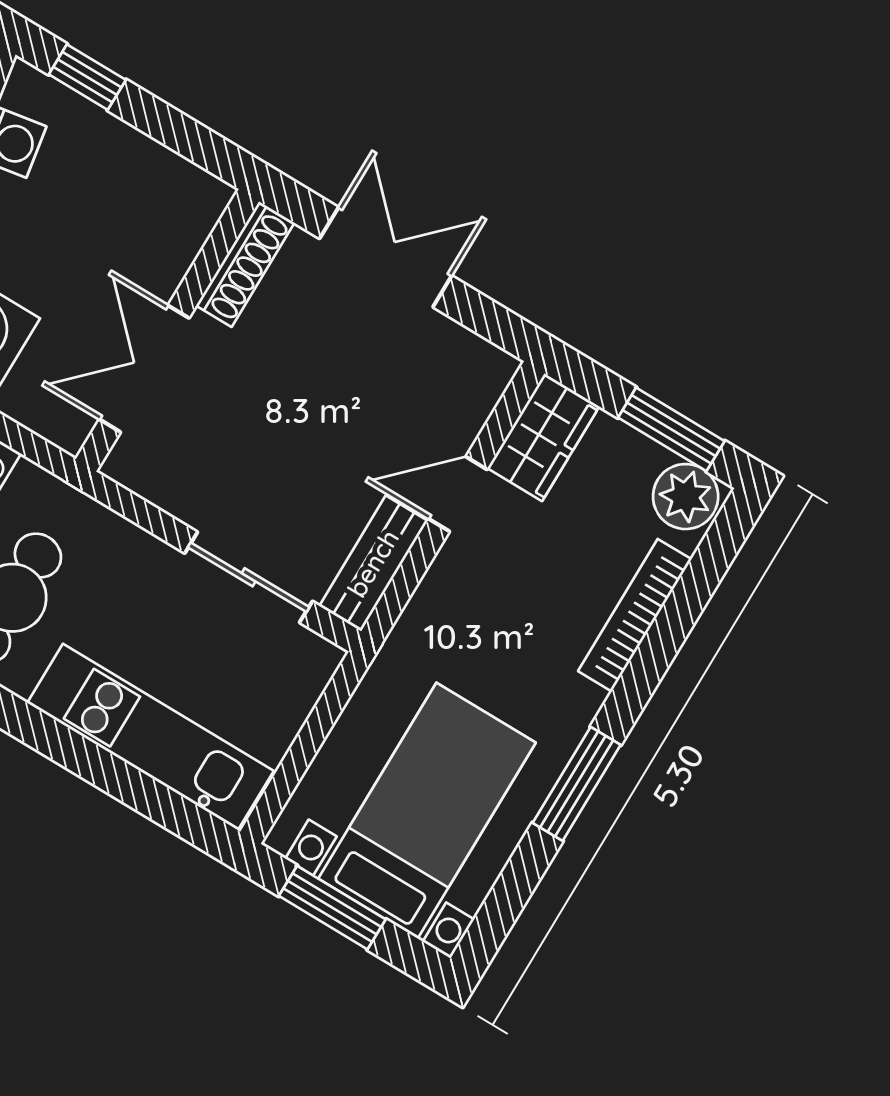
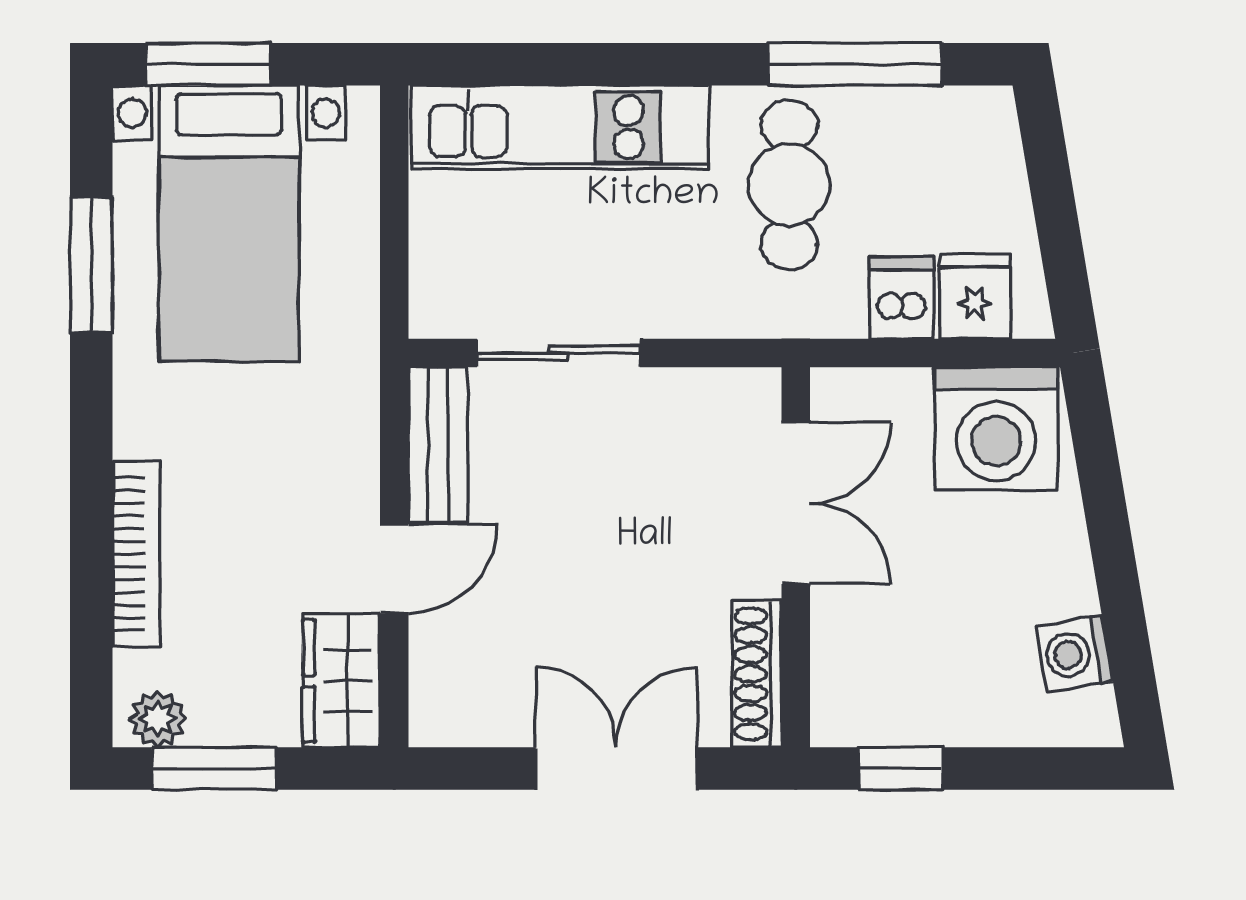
window: (87, 77) -> (901, 769), moved
double door: (386, 257) -> (616, 769), swing flipped
plant: (686, 497) -> (158, 719), width x0.73, depth x0.73
window: (577, 784) -> (91, 265), moved
window: (332, 908) -> (208, 64), moved

